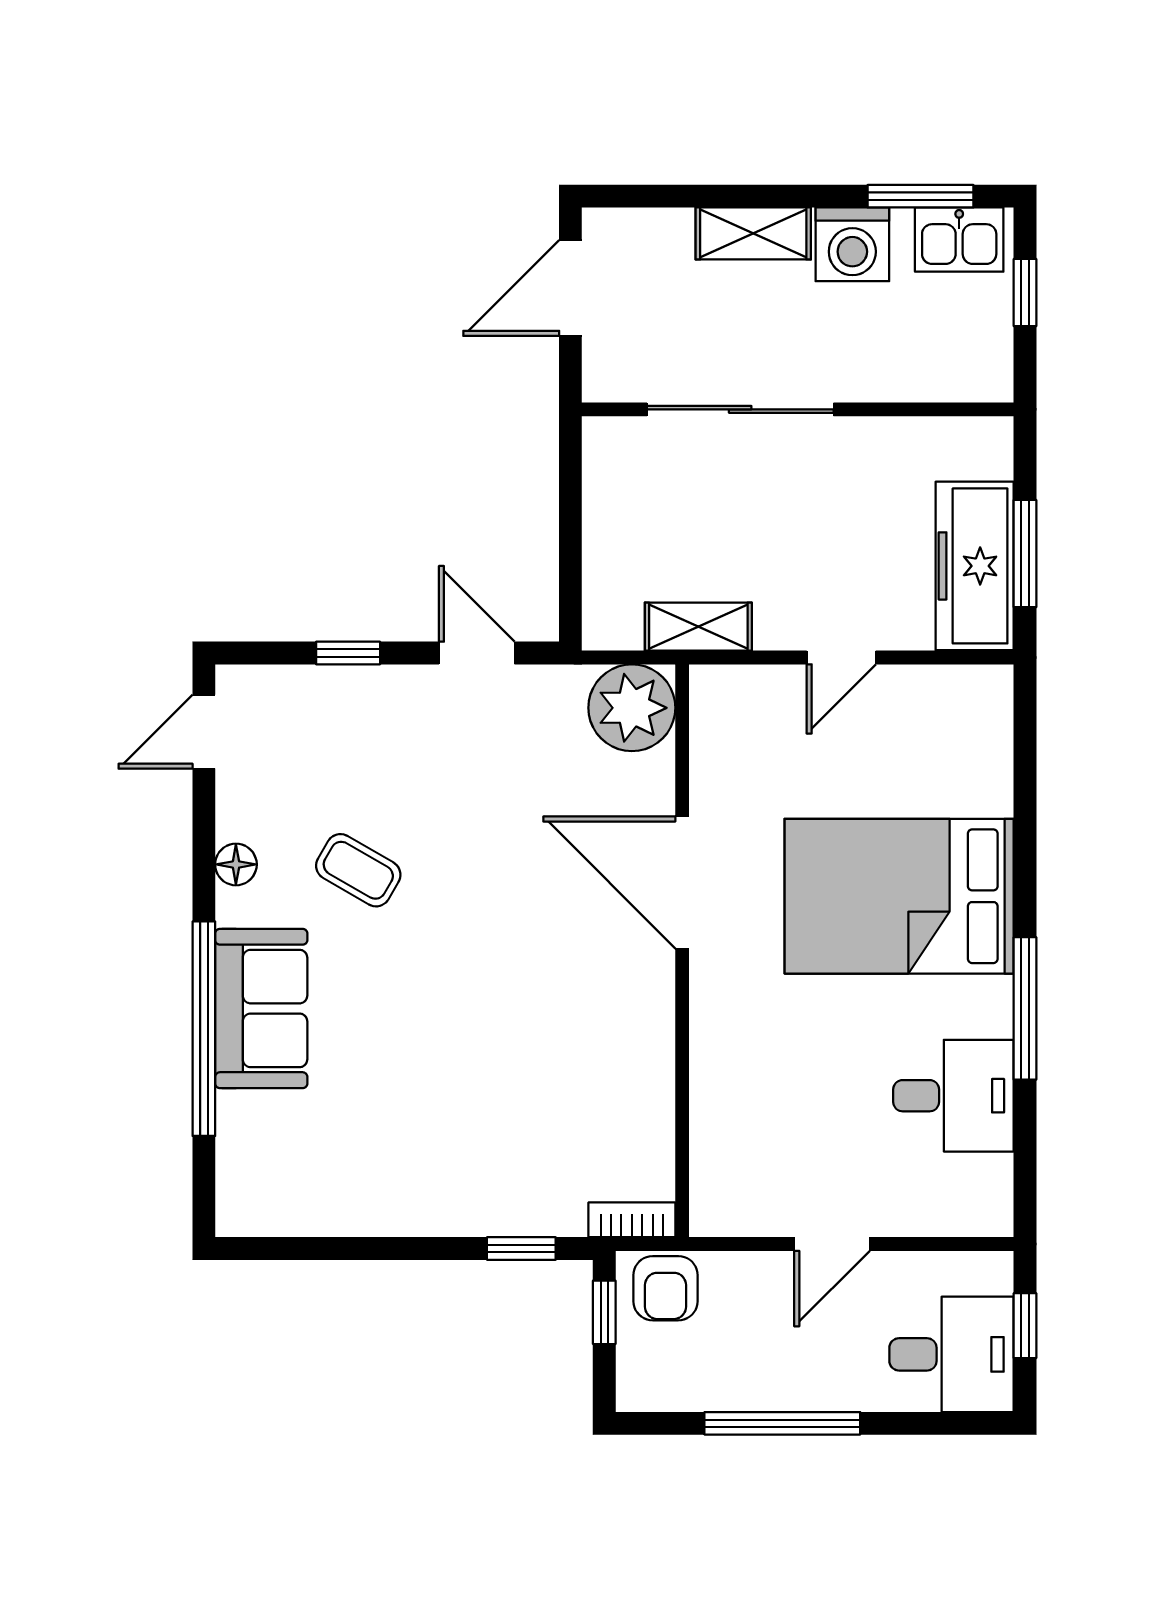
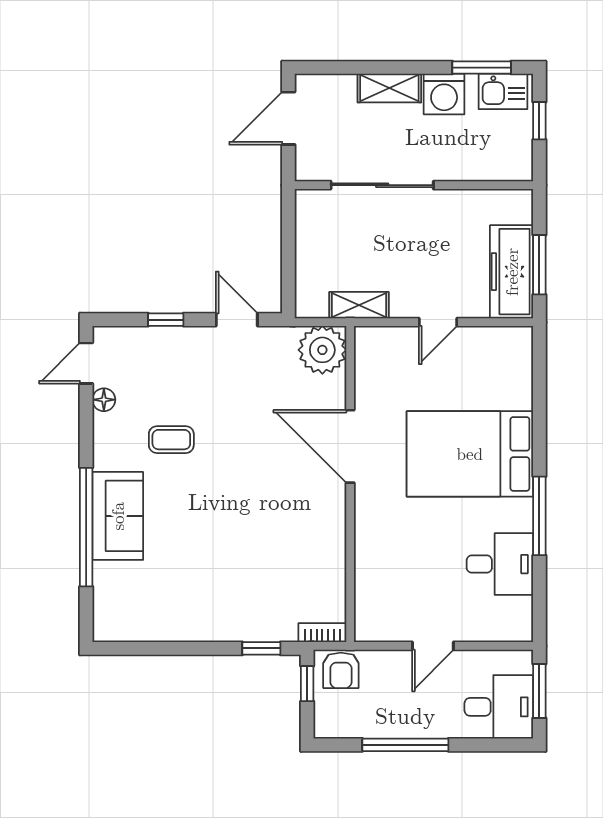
floor lamp: (236, 864) -> (104, 400), moved
coffee table: (358, 870) -> (171, 440), turned -30
window: (1025, 1326) -> (539, 691), width x1.50

